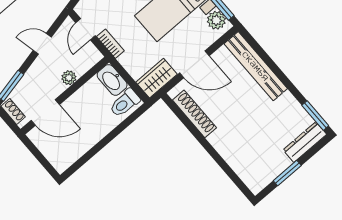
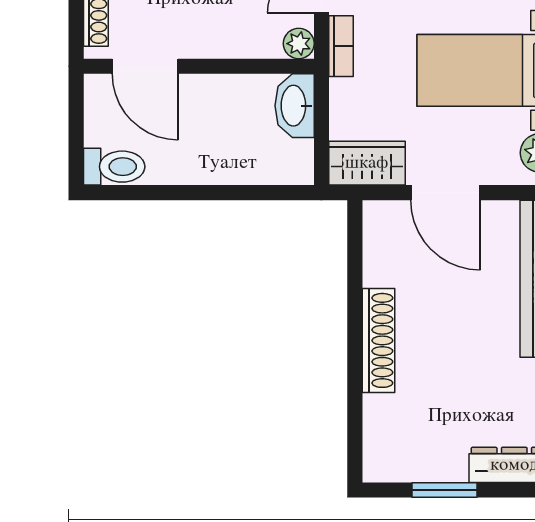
plant: (69, 78) -> (299, 44), moved
toilet: (125, 103) -> (114, 167), moved, turned 180
shoe rack: (194, 114) -> (378, 340), moved

